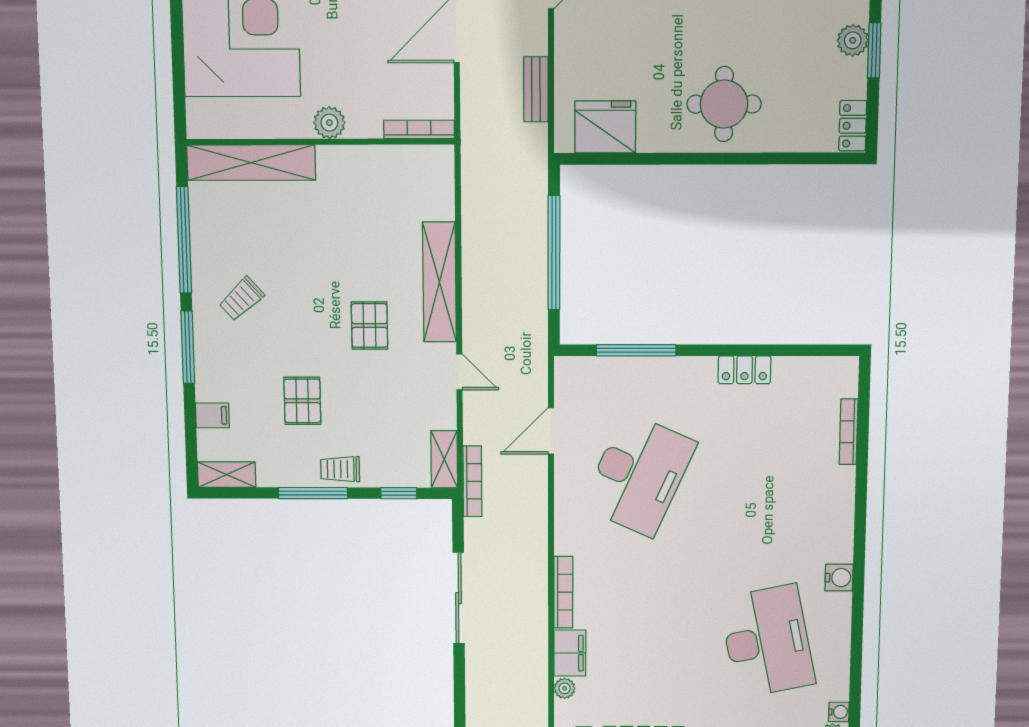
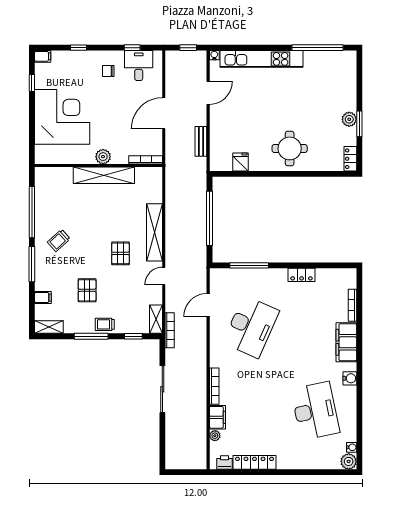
fridge: (605, 127) -> (240, 162), width x0.53, depth x0.75
shelving: (251, 163) -> (104, 175), moved
door: (459, 372) -> (164, 276), swing flipped
filing cabinet: (834, 506) -> (346, 342), added

